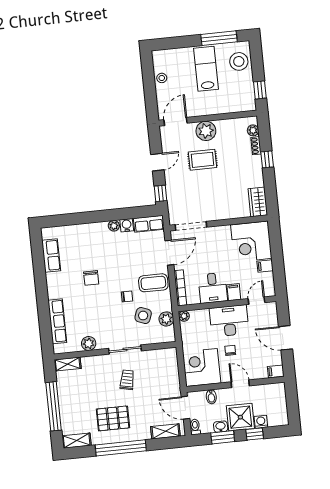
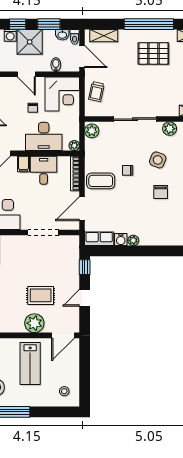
lab bench: (206, 69) -> (30, 364), moved
stool: (162, 78) -> (64, 391), moved
doorway: (191, 226) -> (43, 233), moved
chair: (91, 278) -> (161, 192), turned 180
side table: (143, 316) -> (158, 160), moved
plant: (166, 319) -> (92, 131), moved
desk: (229, 321) -> (44, 136), moved
sliding door: (125, 350) -> (135, 119), width x1.37
trolley: (127, 380) -> (96, 92), moved
washbasin: (221, 427) -> (62, 35), moved

